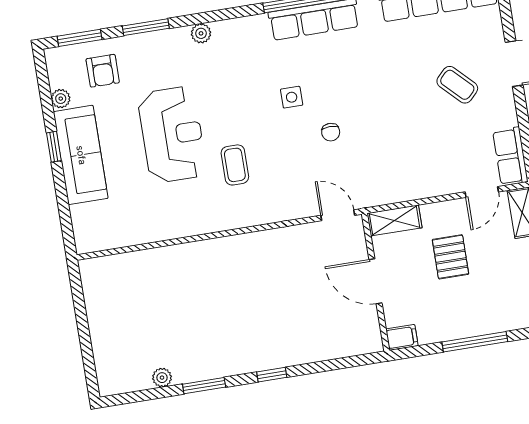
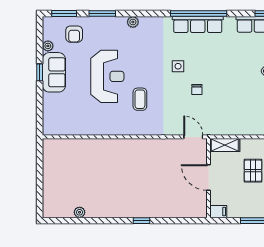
sofa: (81, 155) -> (54, 72), width x0.73
window: (204, 386) -> (102, 221), removed

